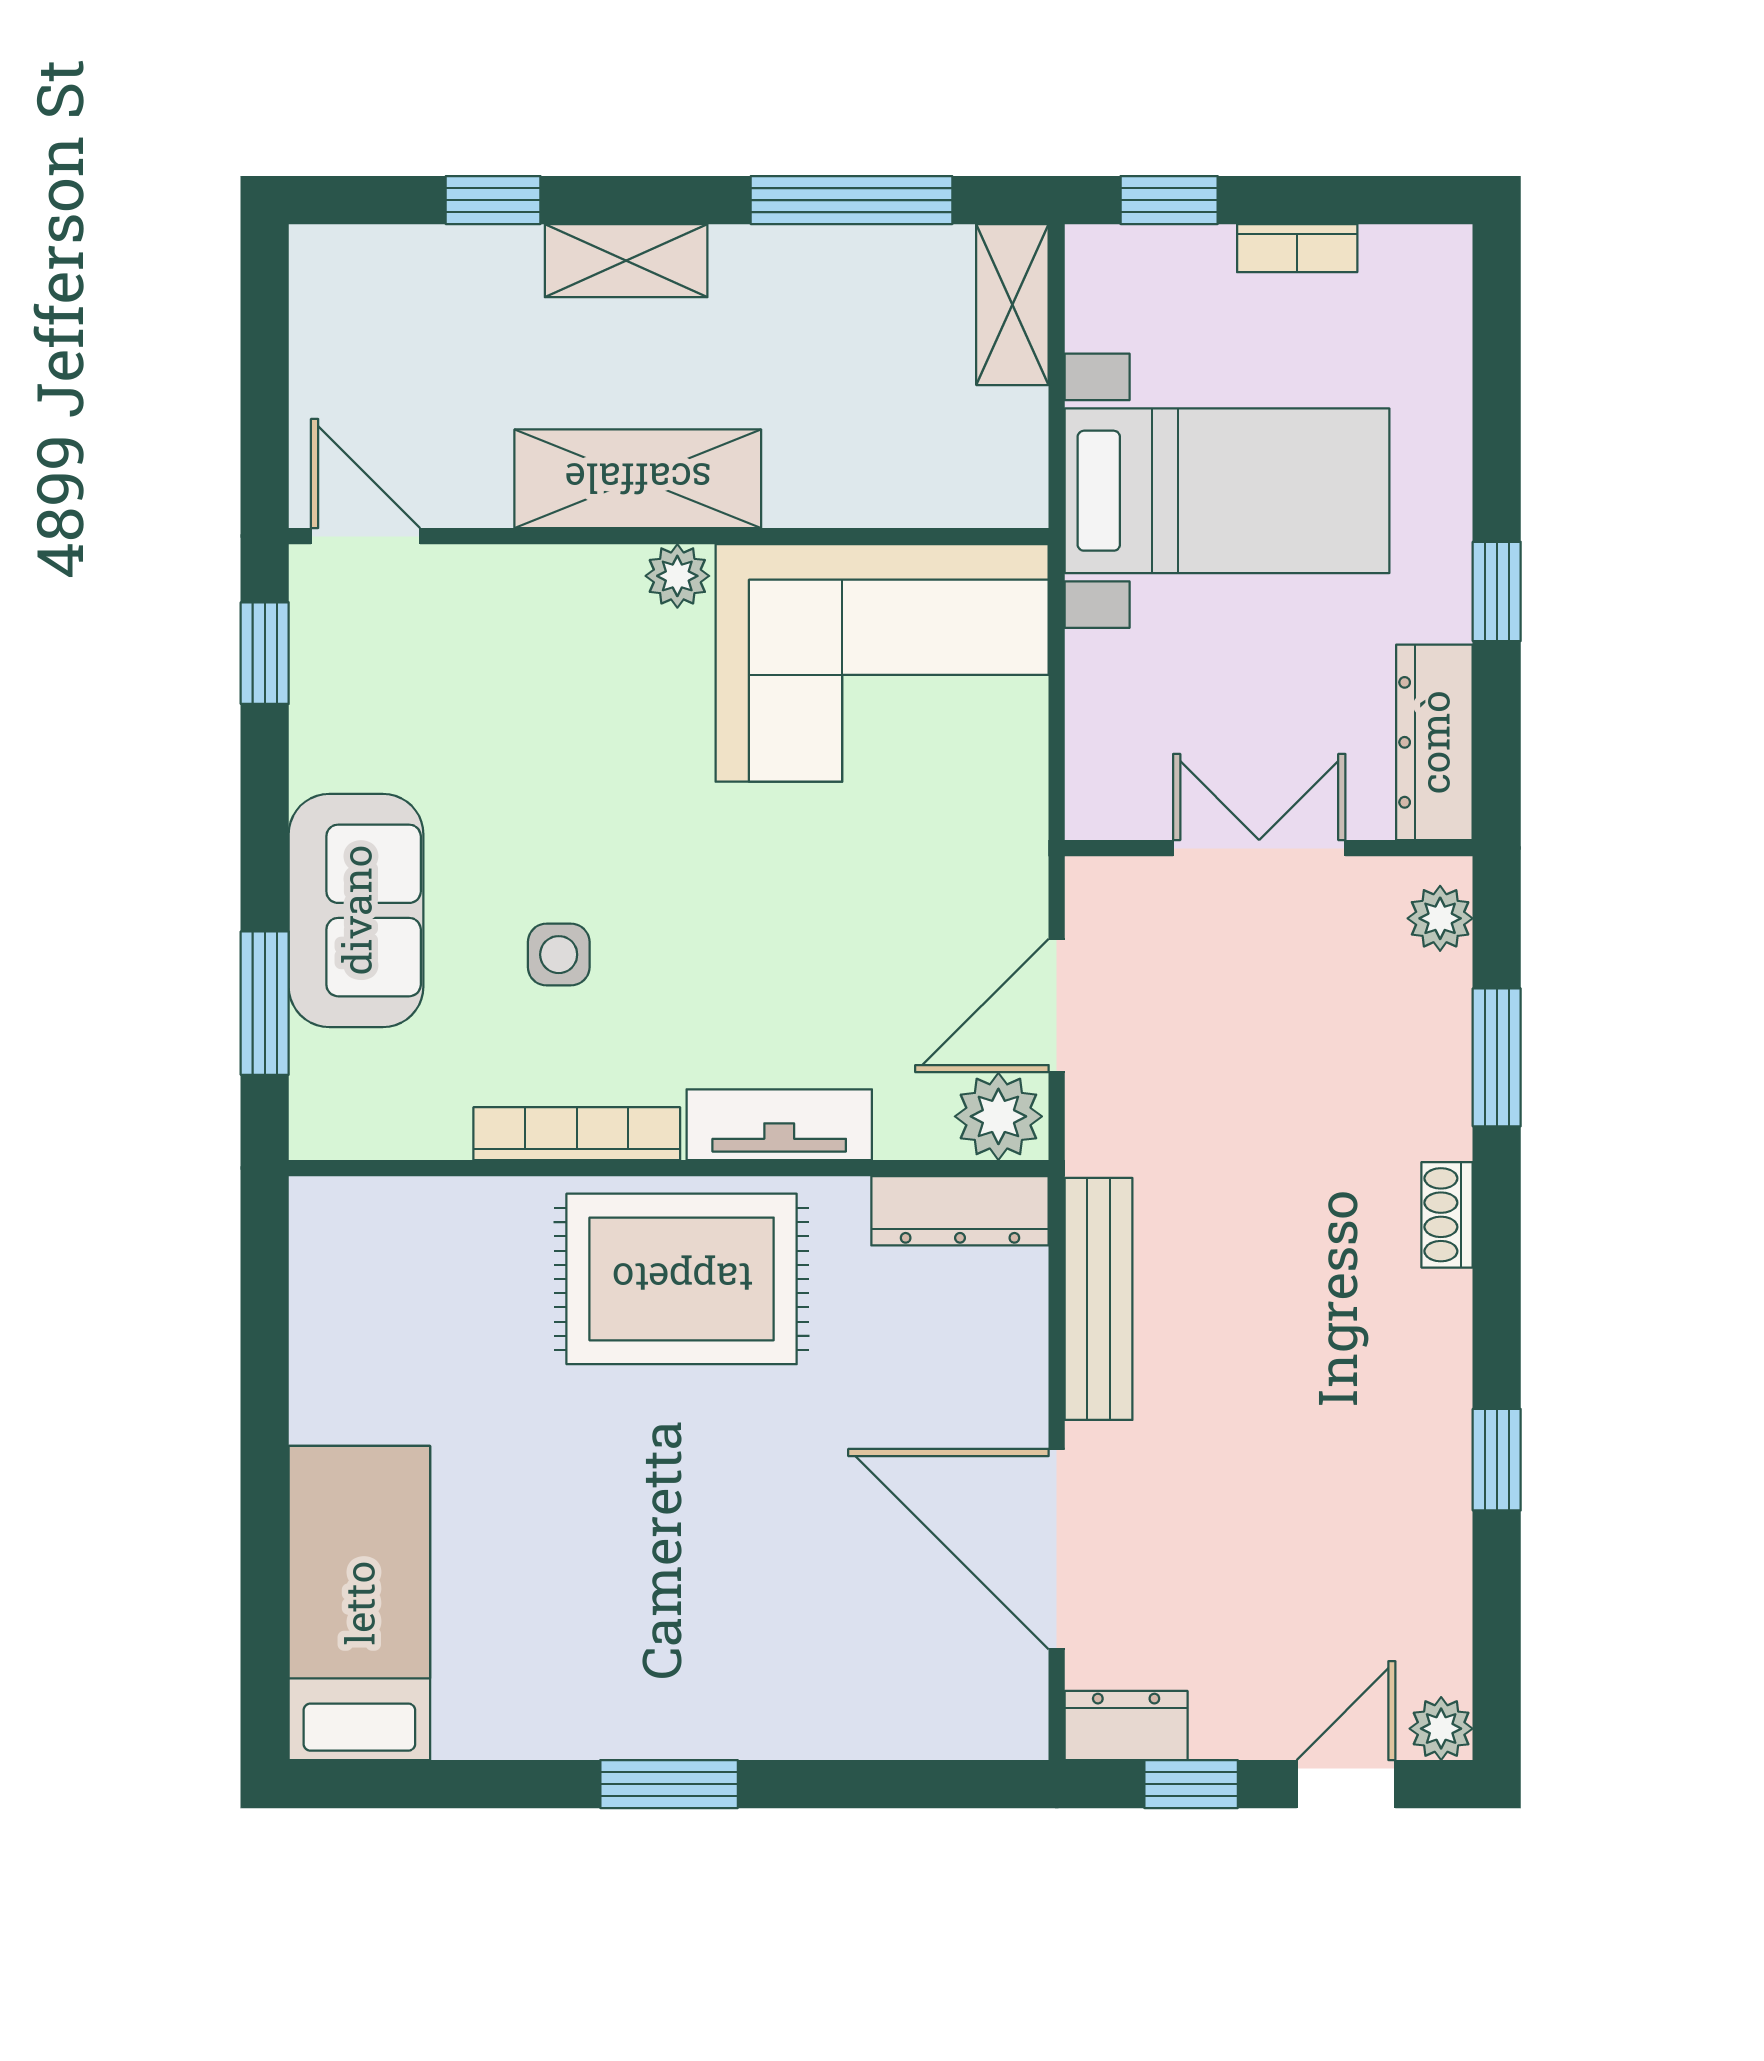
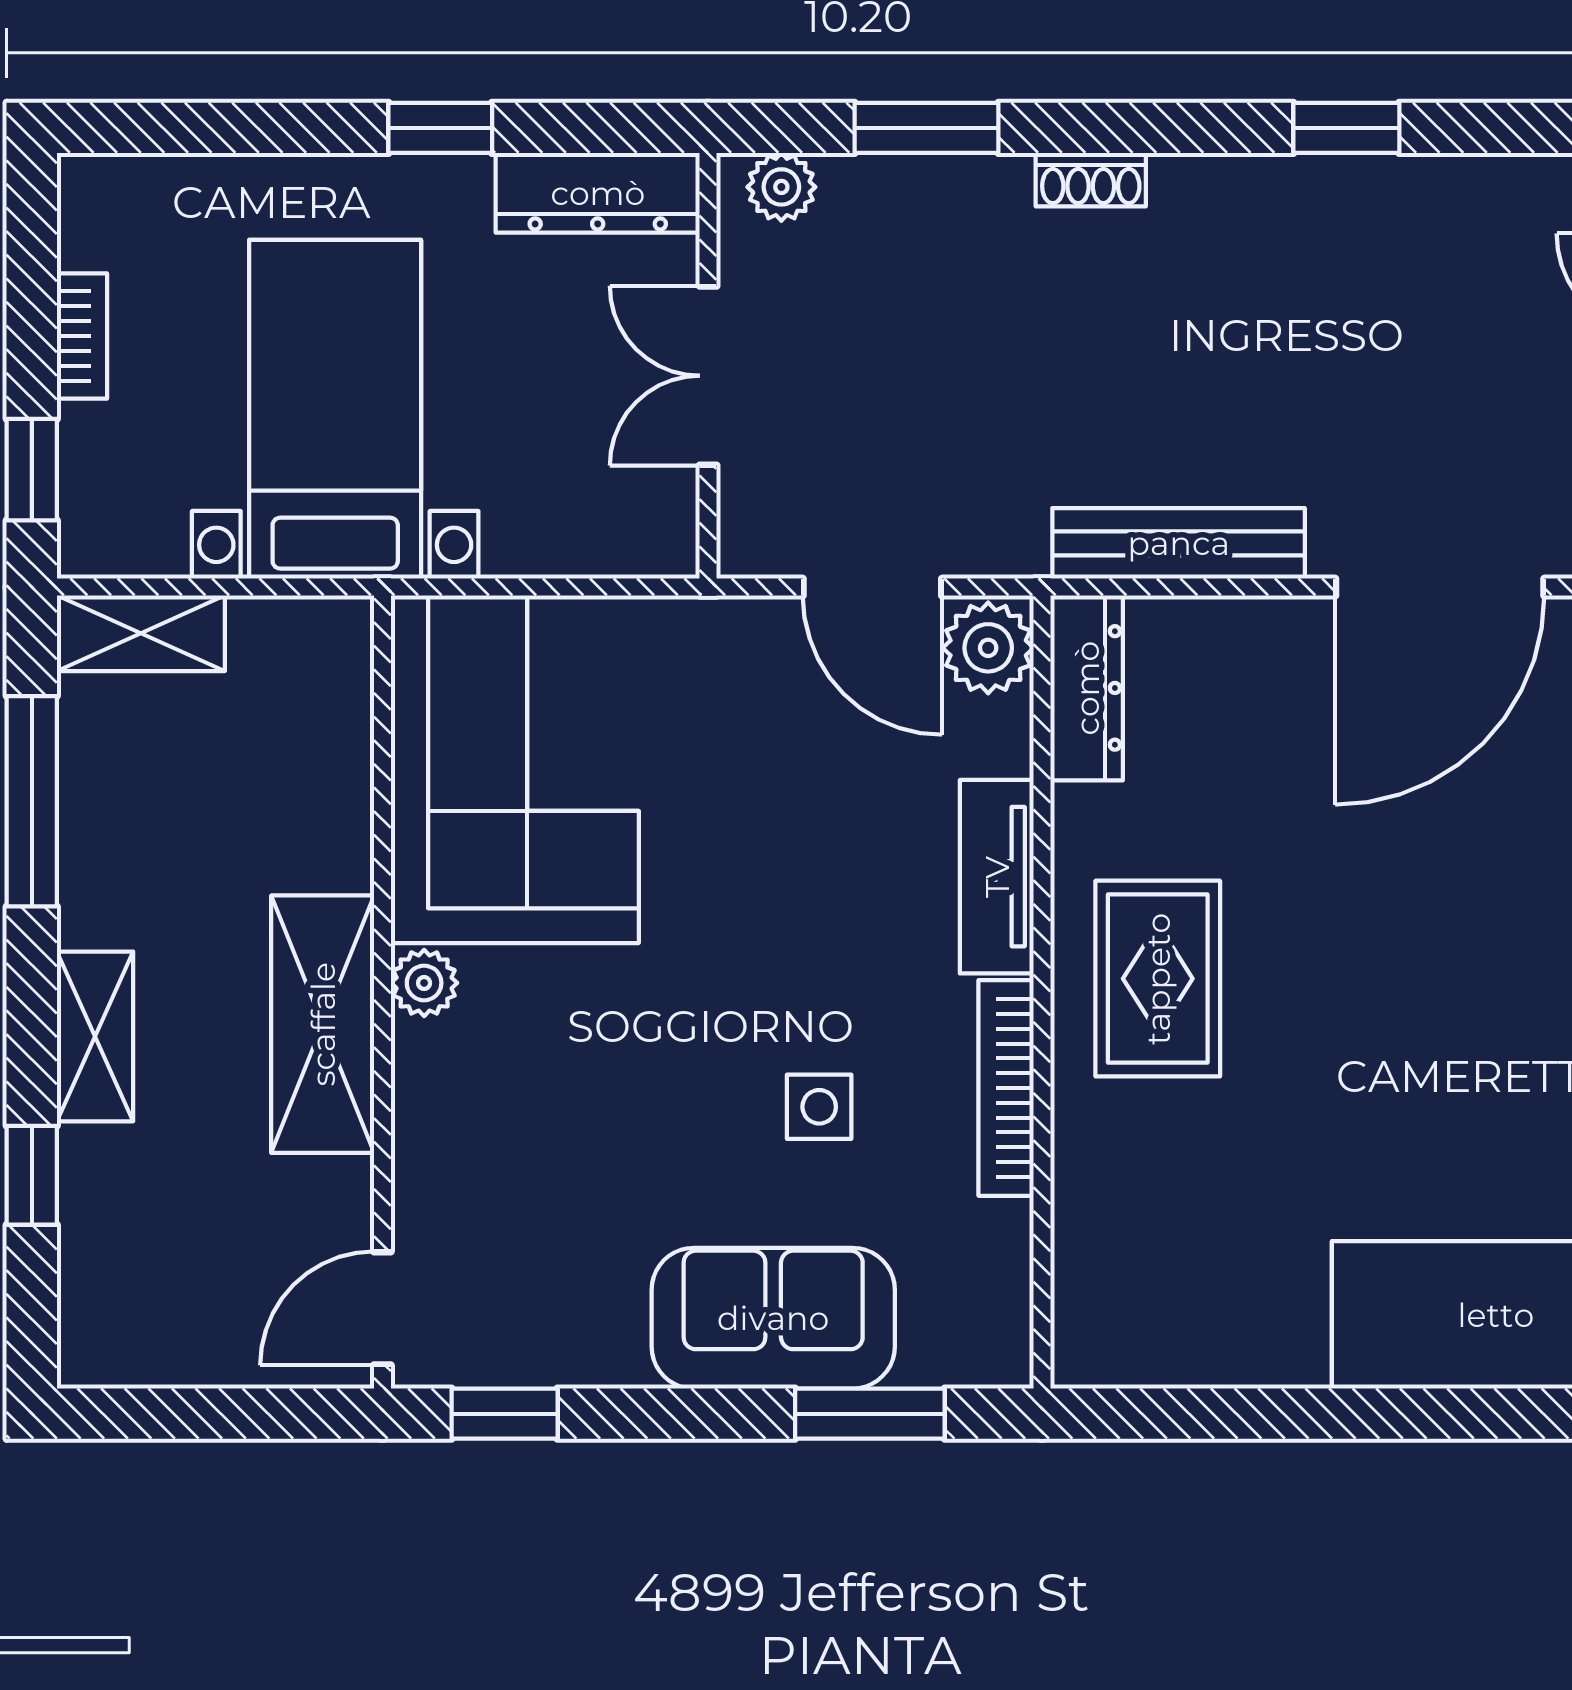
rug: (682, 1279) -> (1158, 979), width x0.73, depth x0.70

